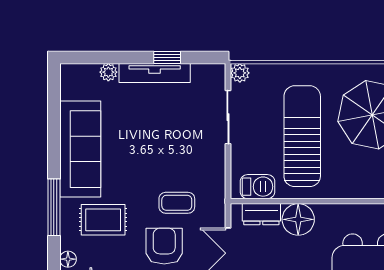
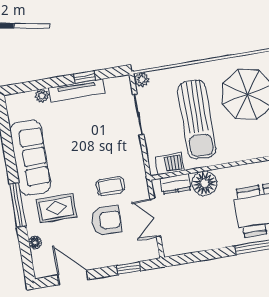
sun lounger: (302, 136) -> (197, 120), turned 180
armchair: (164, 246) -> (106, 220), turned 92

